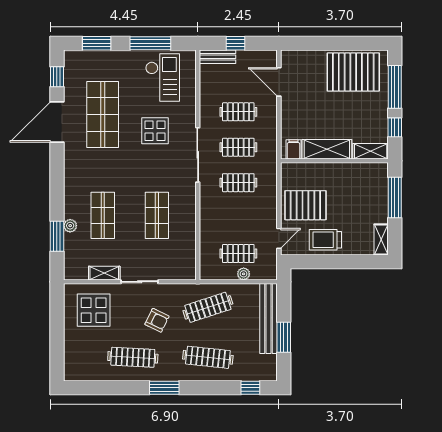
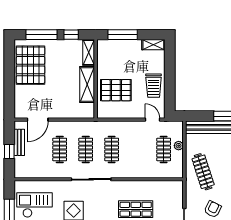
bench: (218, 57) -> (19, 142), moved
filing cabinet: (293, 149) -> (87, 109), removed
pallet: (305, 205) -> (116, 90), moved, turned 90

